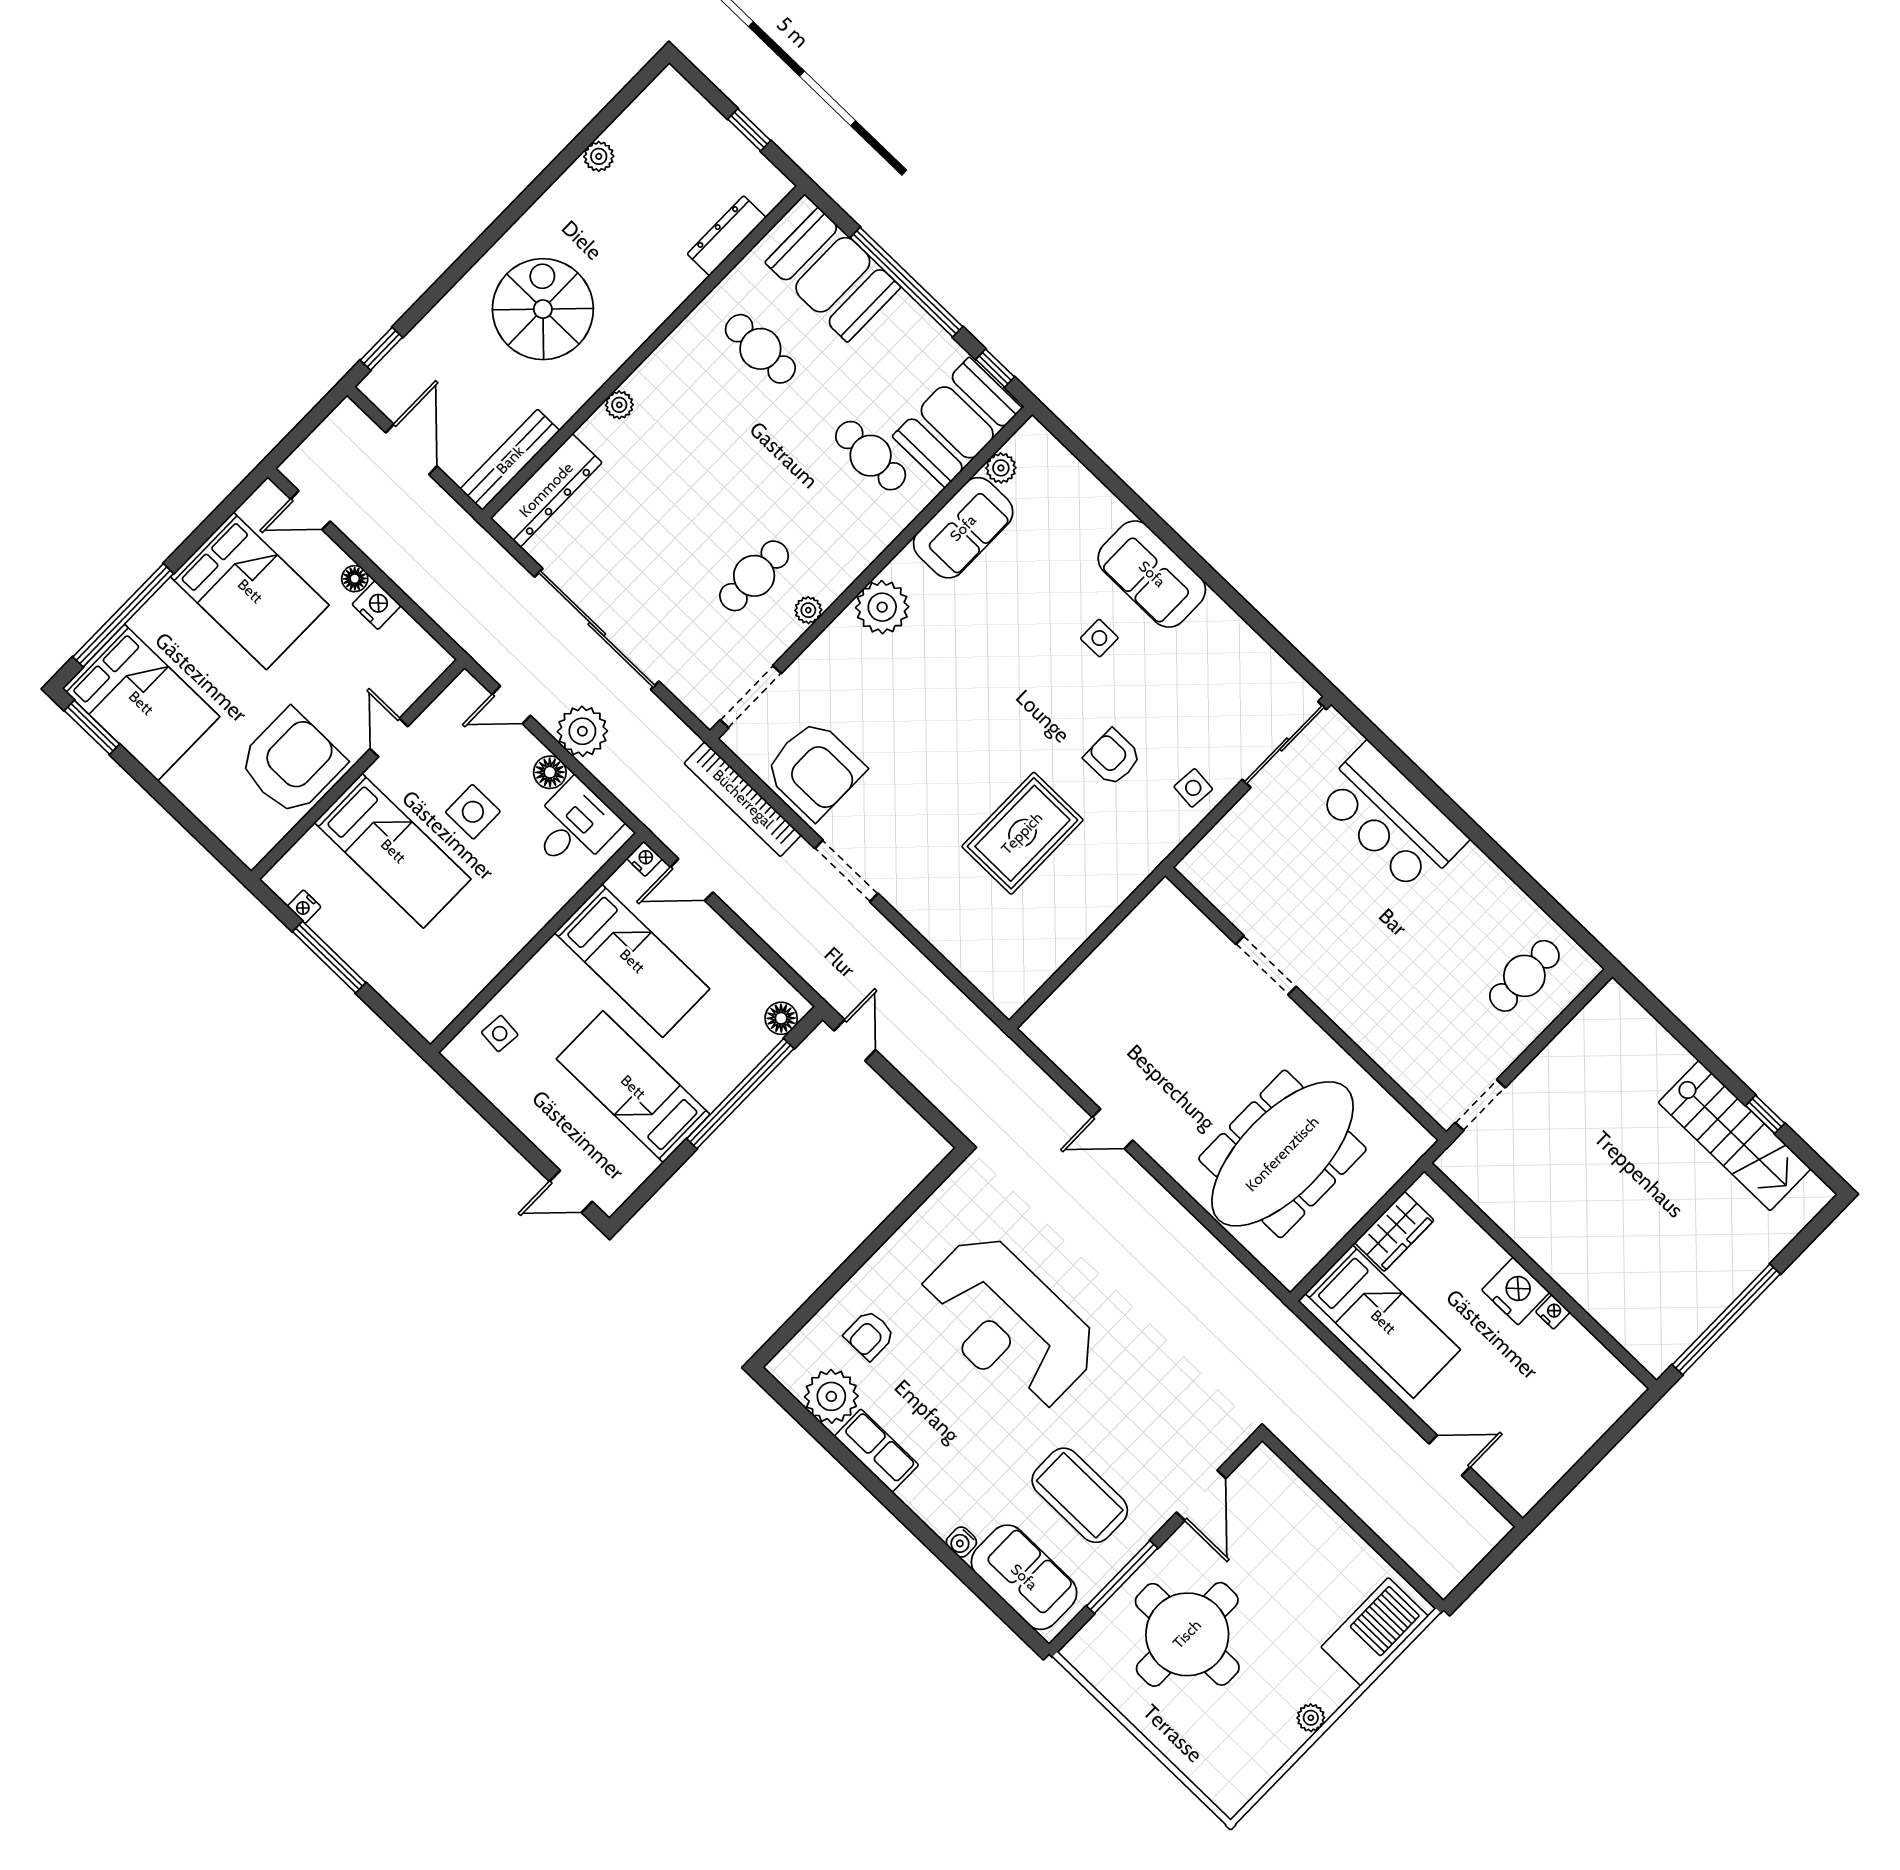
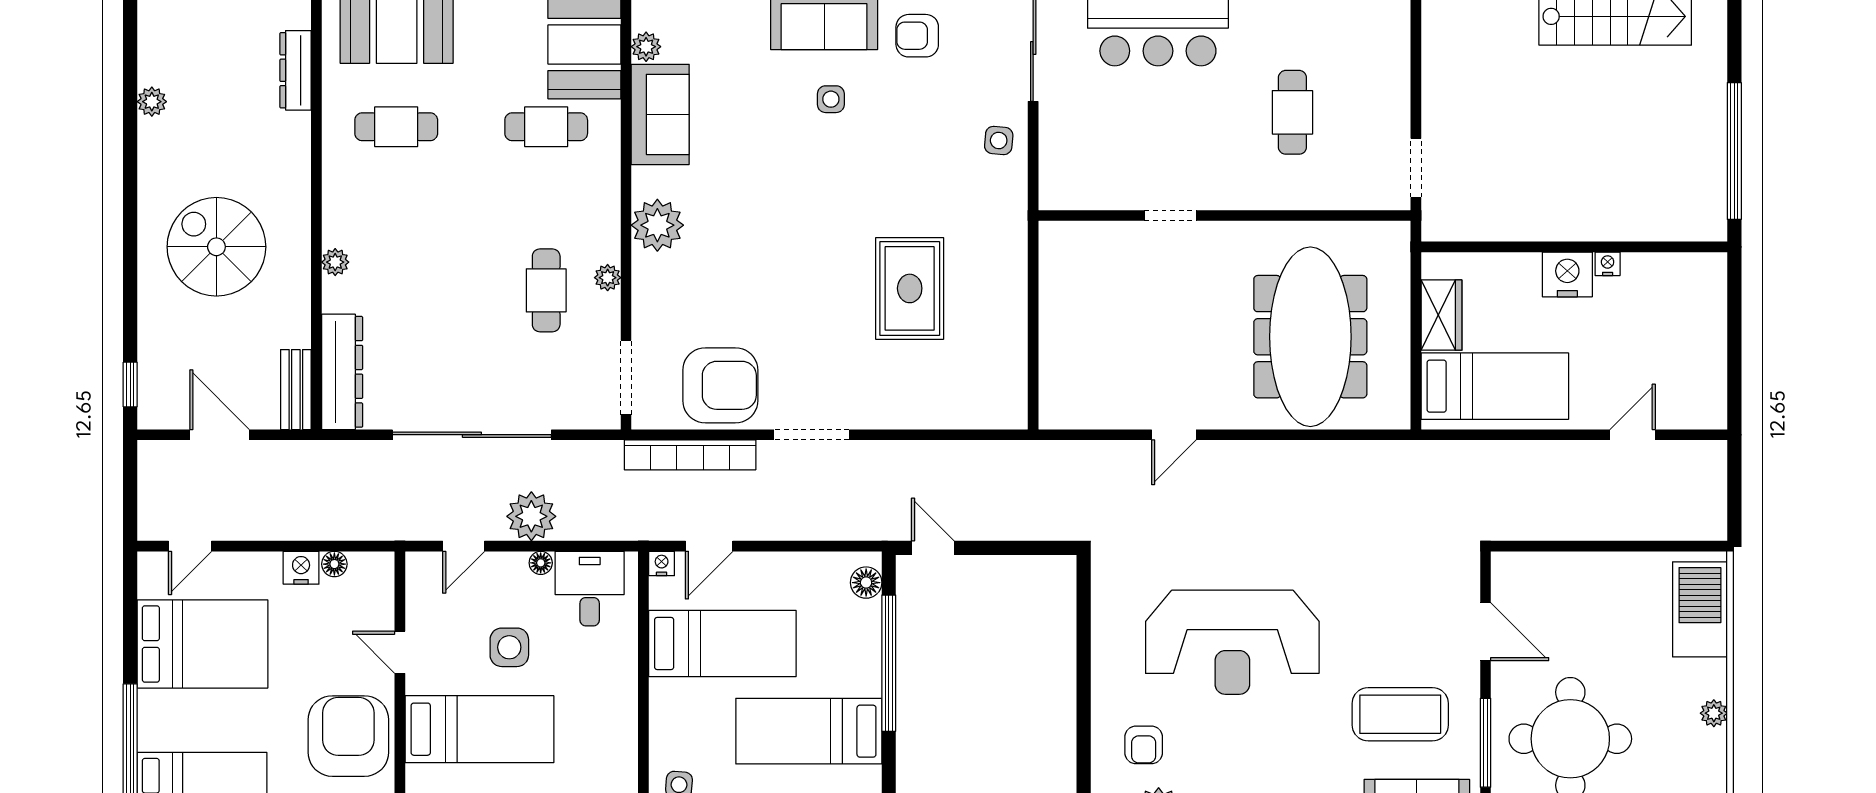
bench: (510, 460) -> (296, 390), width x0.73
floor lamp: (355, 579) -> (334, 564), moved
armchair: (1113, 757) -> (917, 36), moved
floor lamp: (550, 772) -> (541, 563), width x0.73, depth x0.73
doorway: (1266, 965) -> (1170, 216), width x0.73
cafe table: (1524, 976) -> (1292, 112), moved

